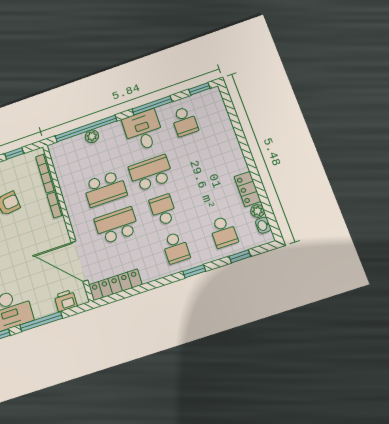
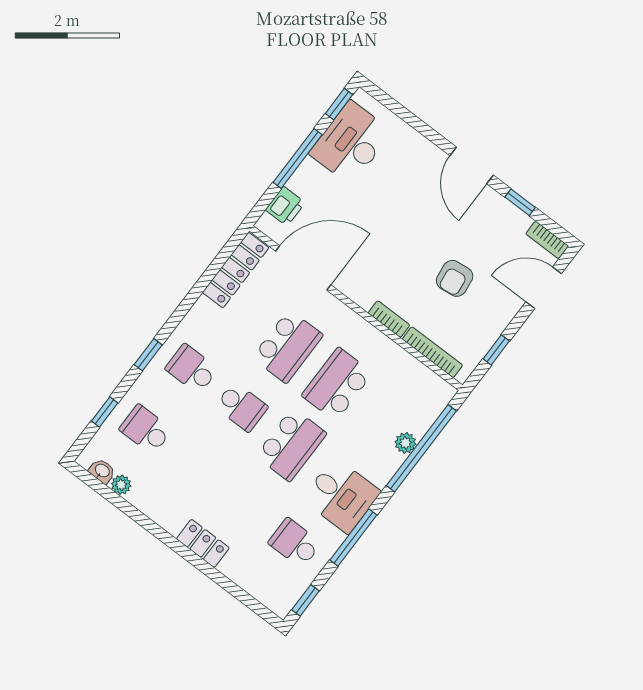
locker: (247, 189) -> (203, 543), moved

